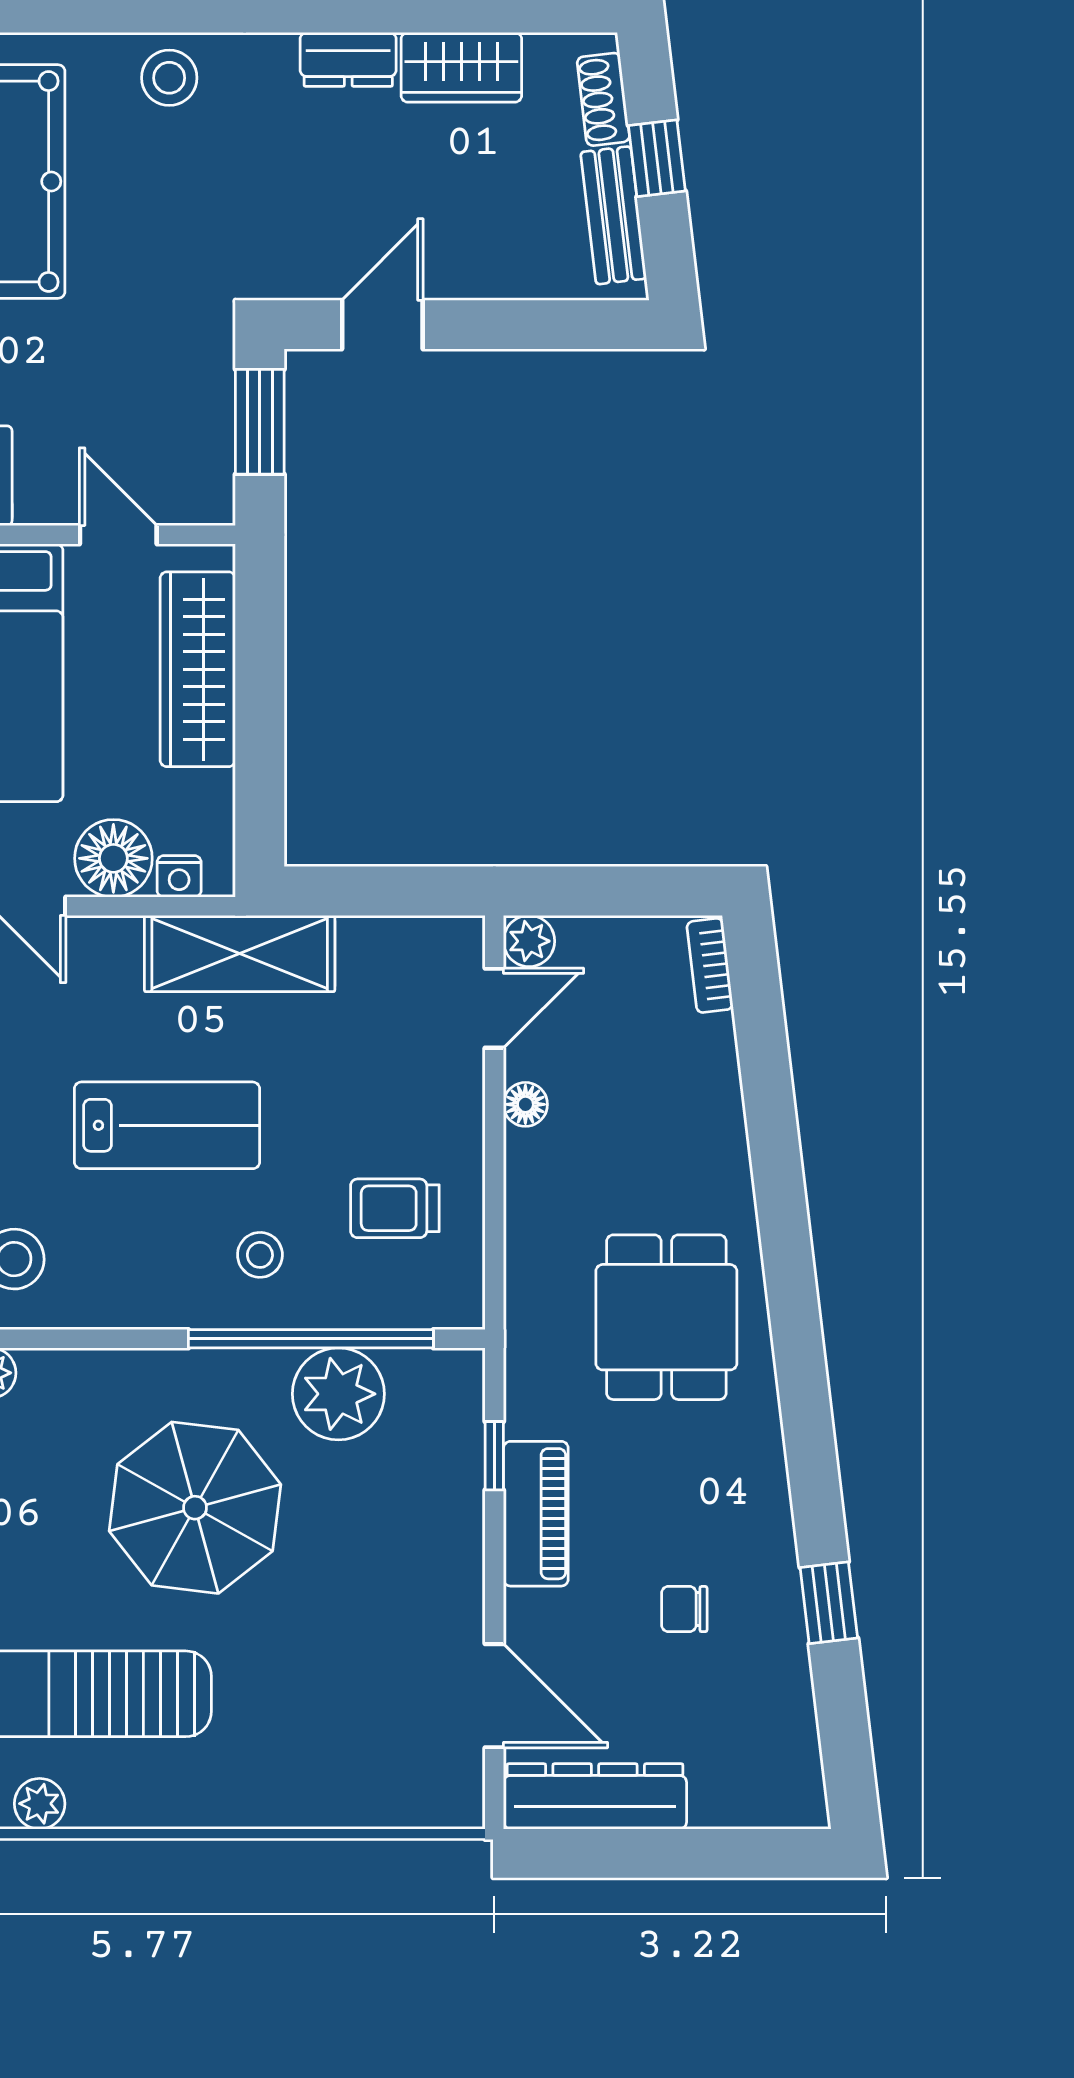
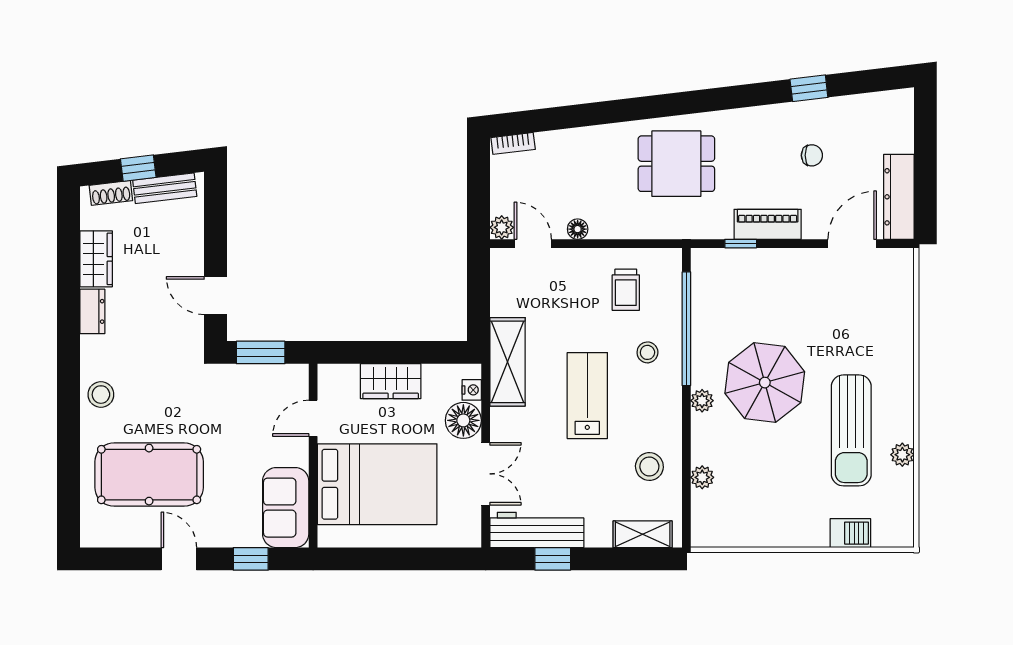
wardrobe: (198, 669) -> (391, 381), width x0.67
plant: (338, 1394) -> (702, 401), moved, width x0.53, depth x0.53
chair: (684, 1609) -> (812, 155), turned -90

